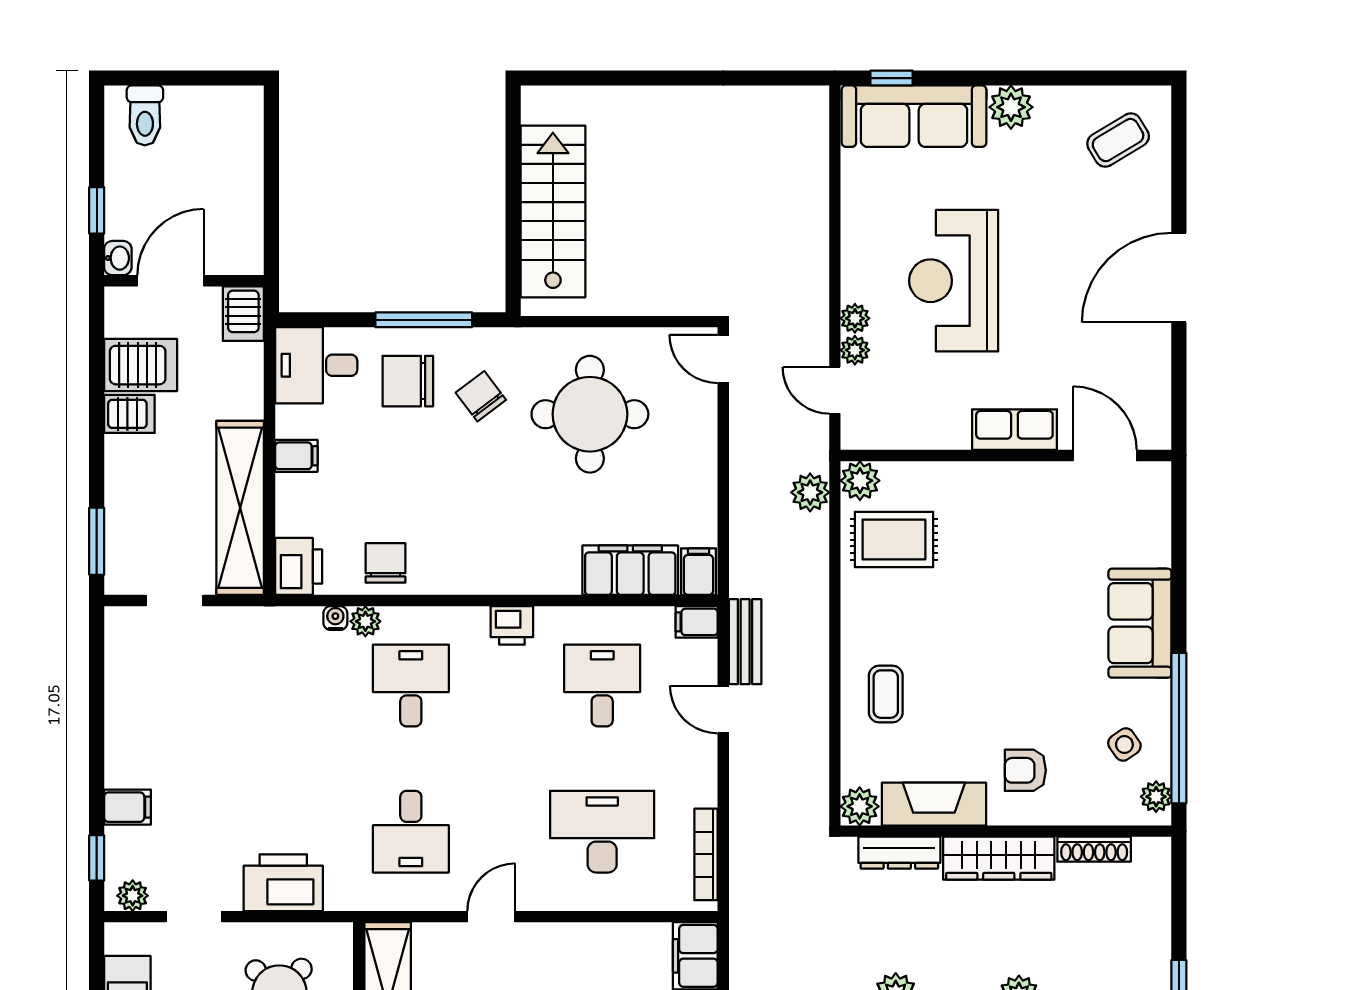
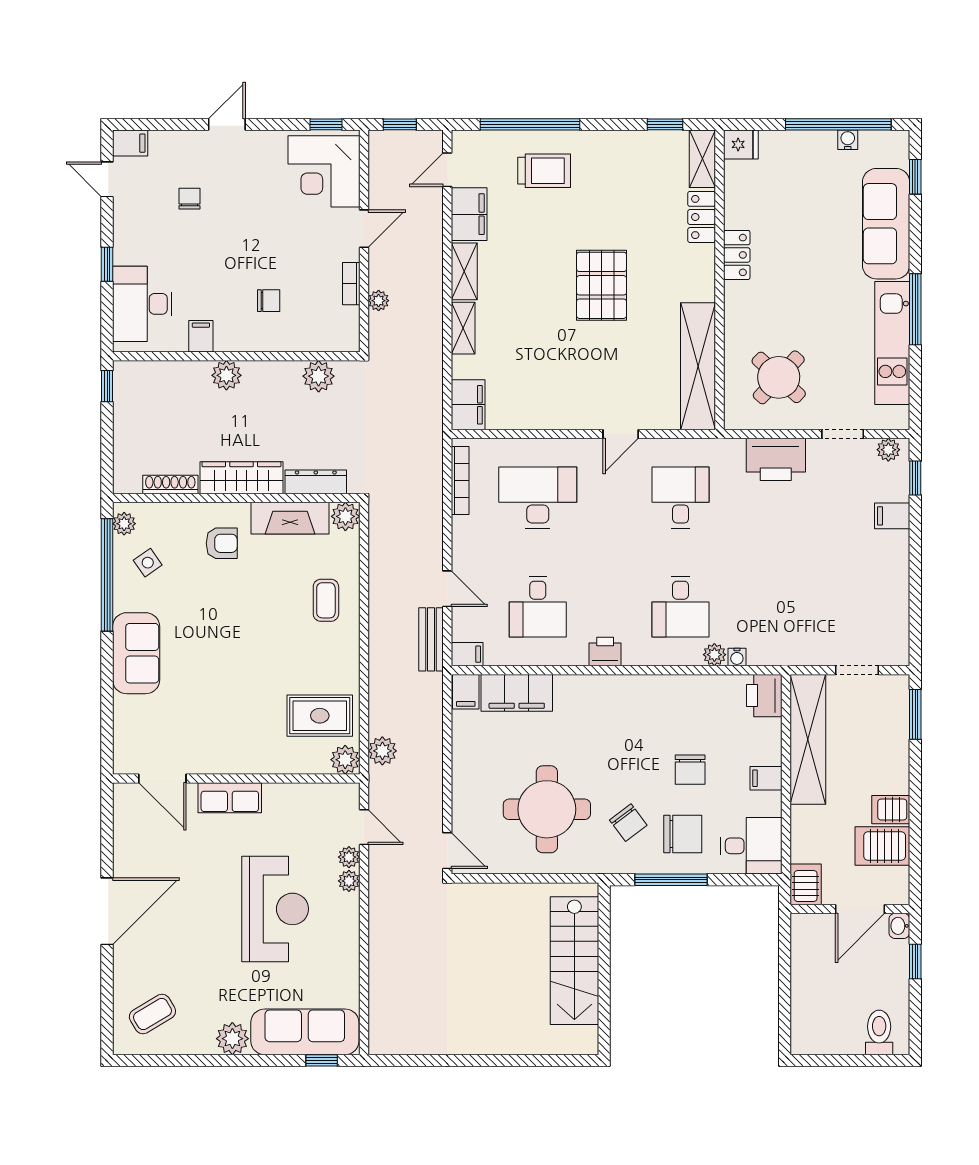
chair: (385, 563) -> (690, 770), moved
desk: (602, 832) -> (538, 498), turned 180

